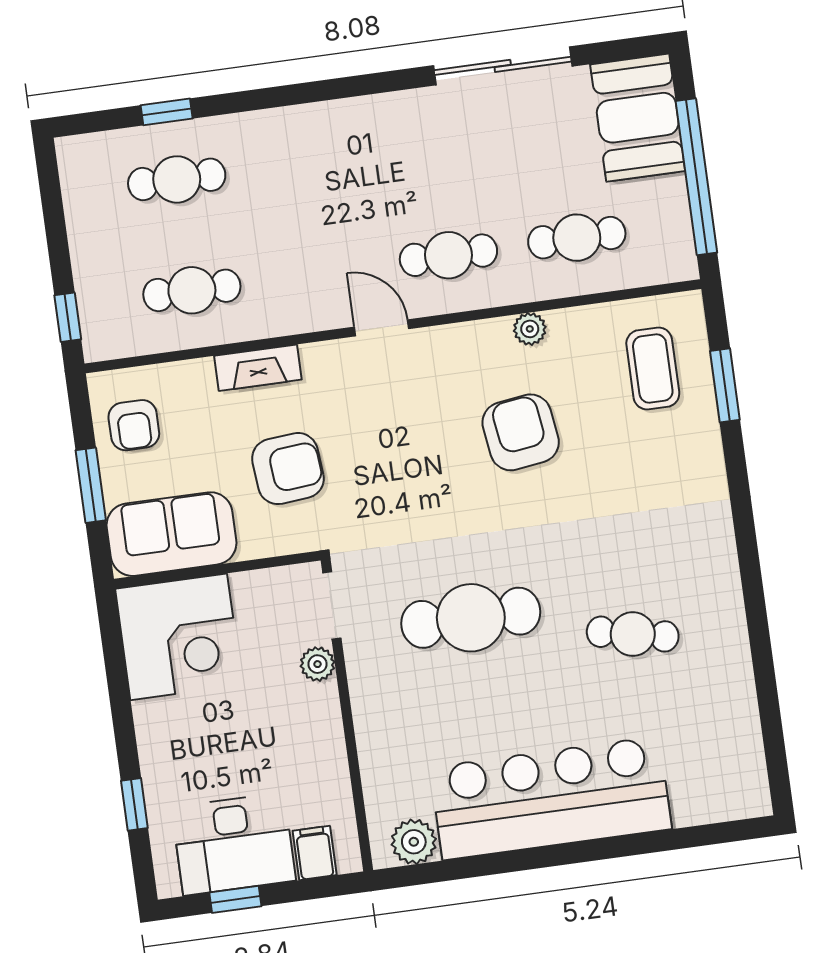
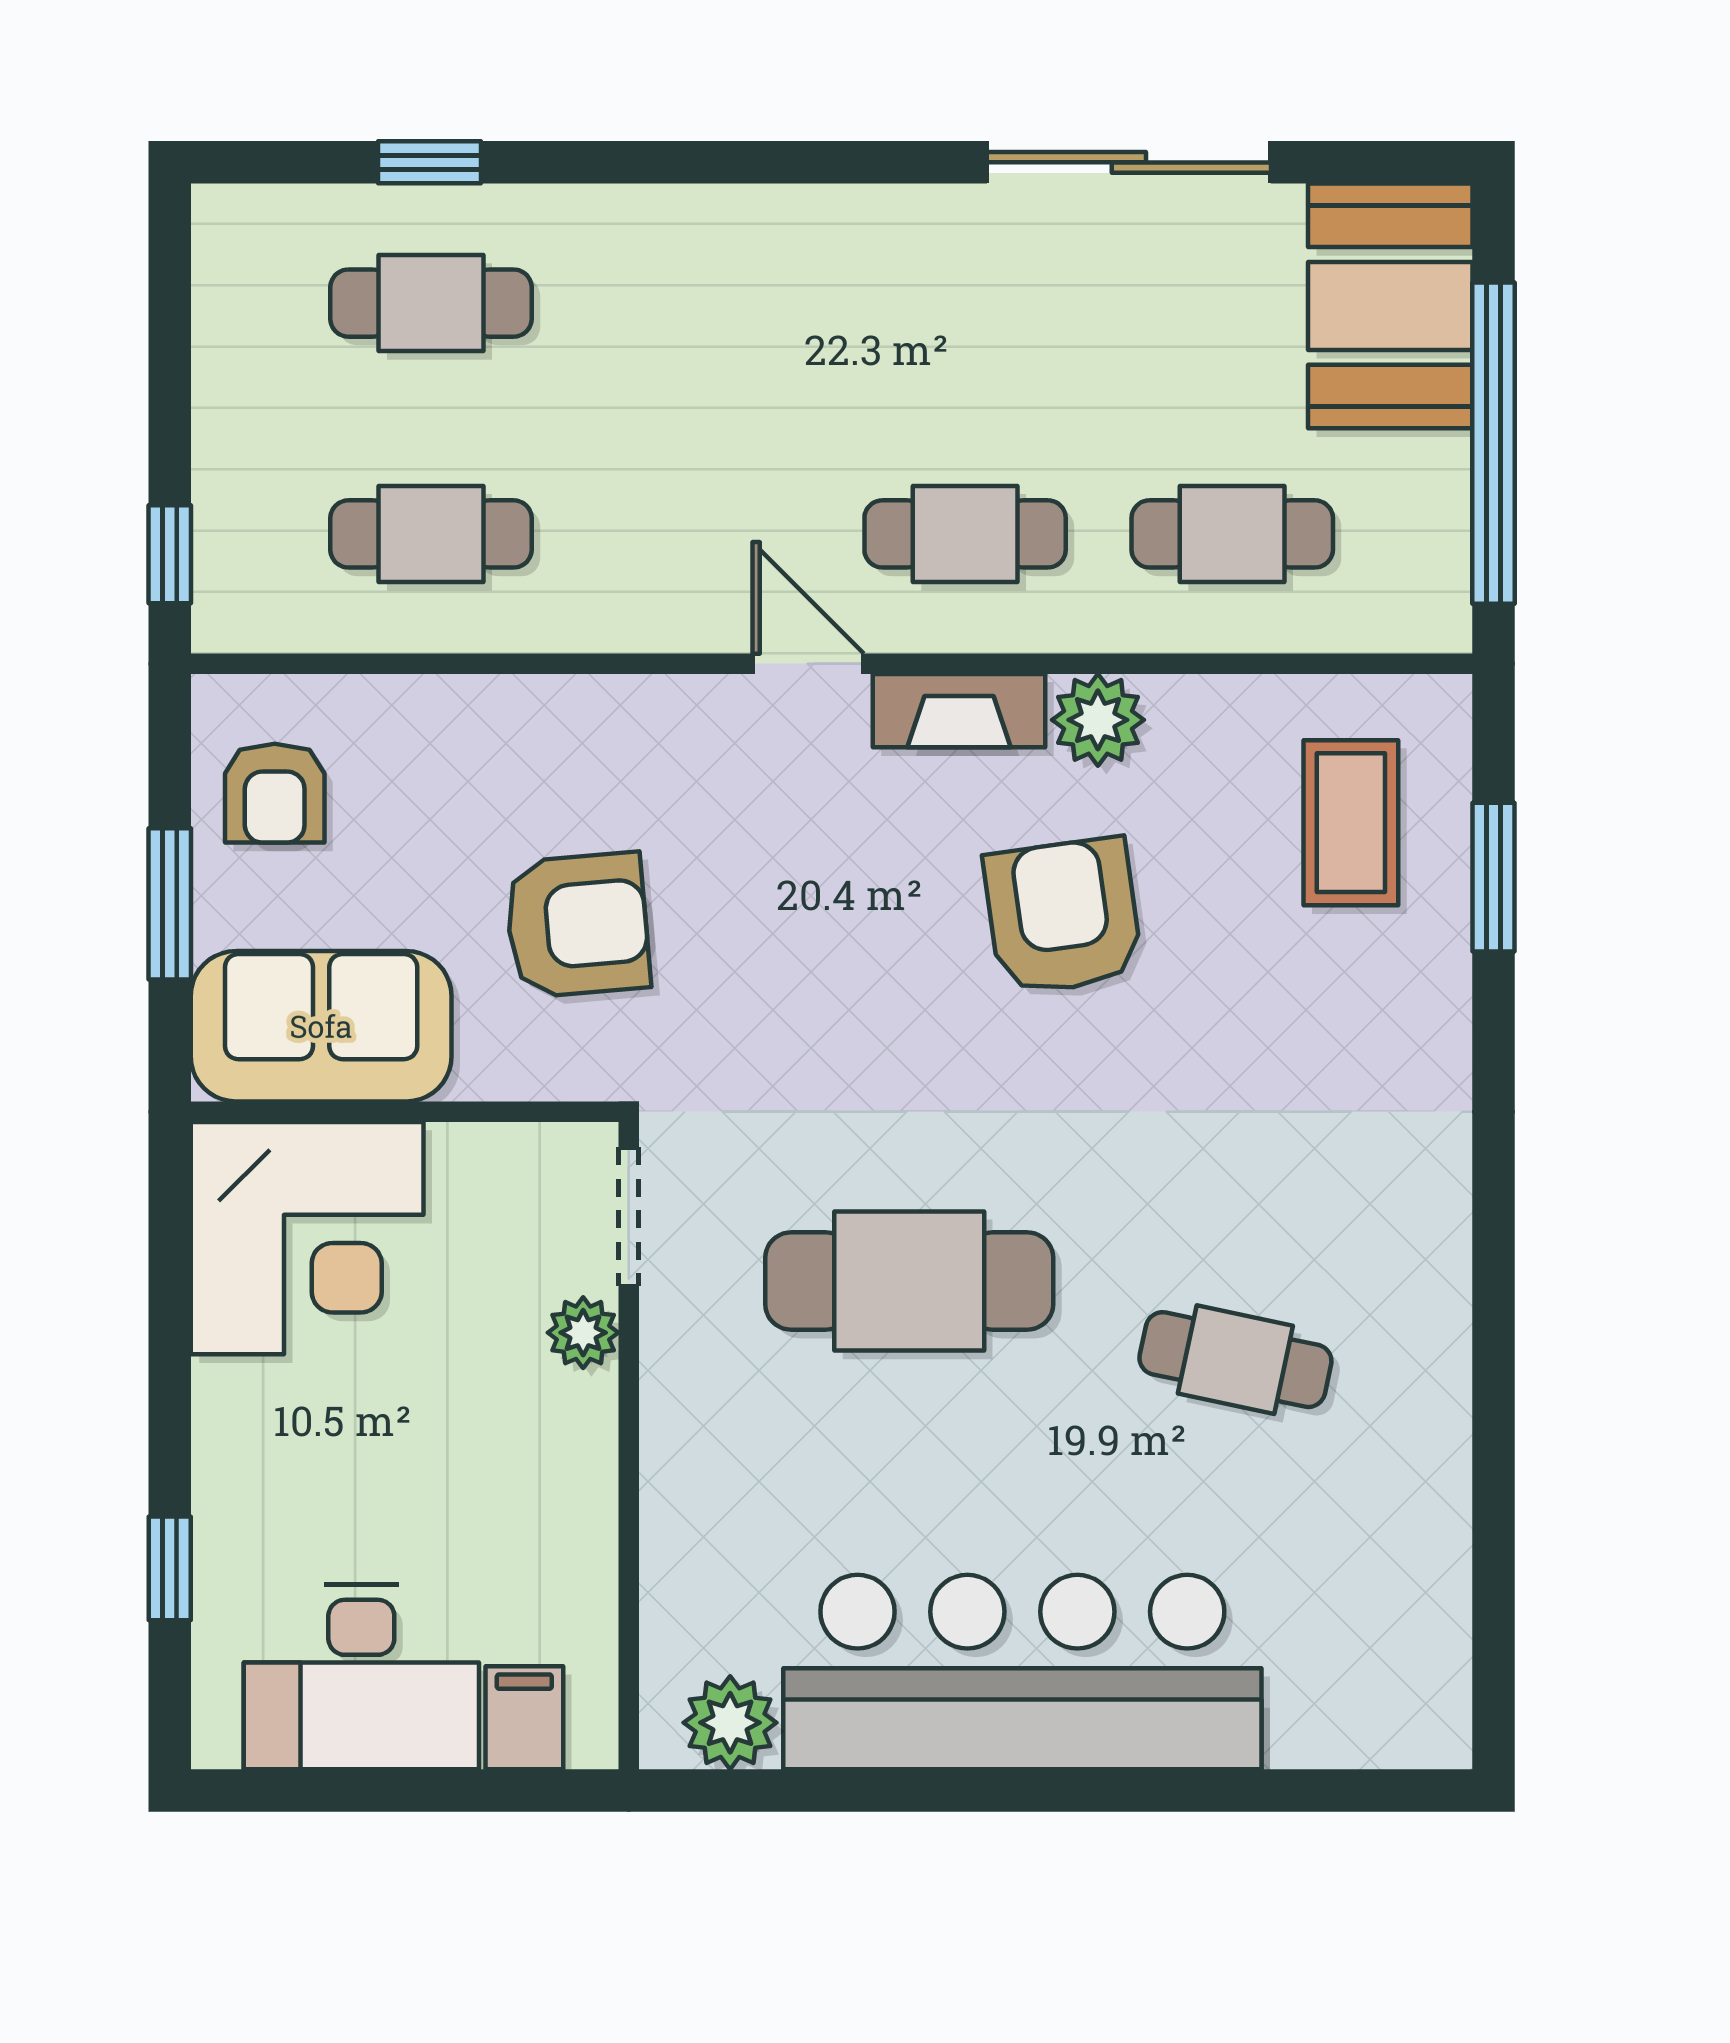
plant: (530, 329) -> (1098, 720), width x1.38, depth x1.38
fireplace: (258, 368) -> (959, 711), moved
window: (235, 899) -> (349, 1791), removed

